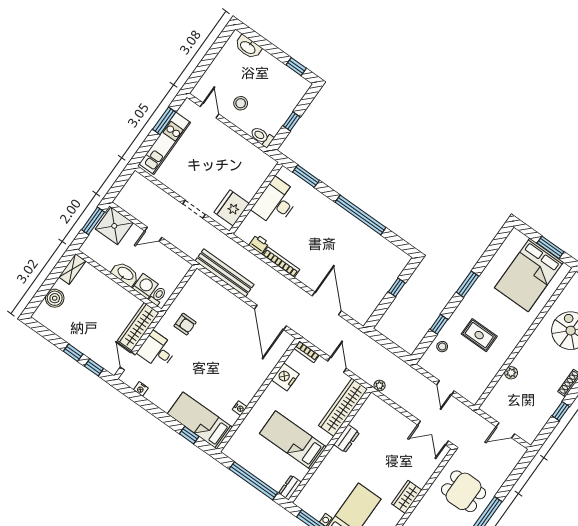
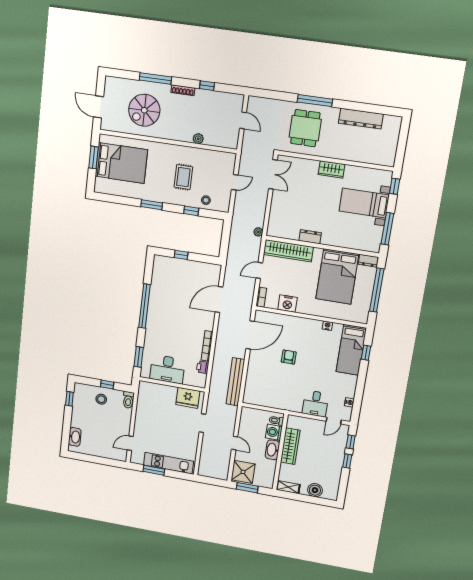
stool: (241, 103) -> (101, 399), moved
armchair: (185, 324) -> (289, 357), moved
wardrobe: (138, 327) -> (290, 446), moved, turned -90
bed: (293, 440) -> (337, 276), width x1.50

